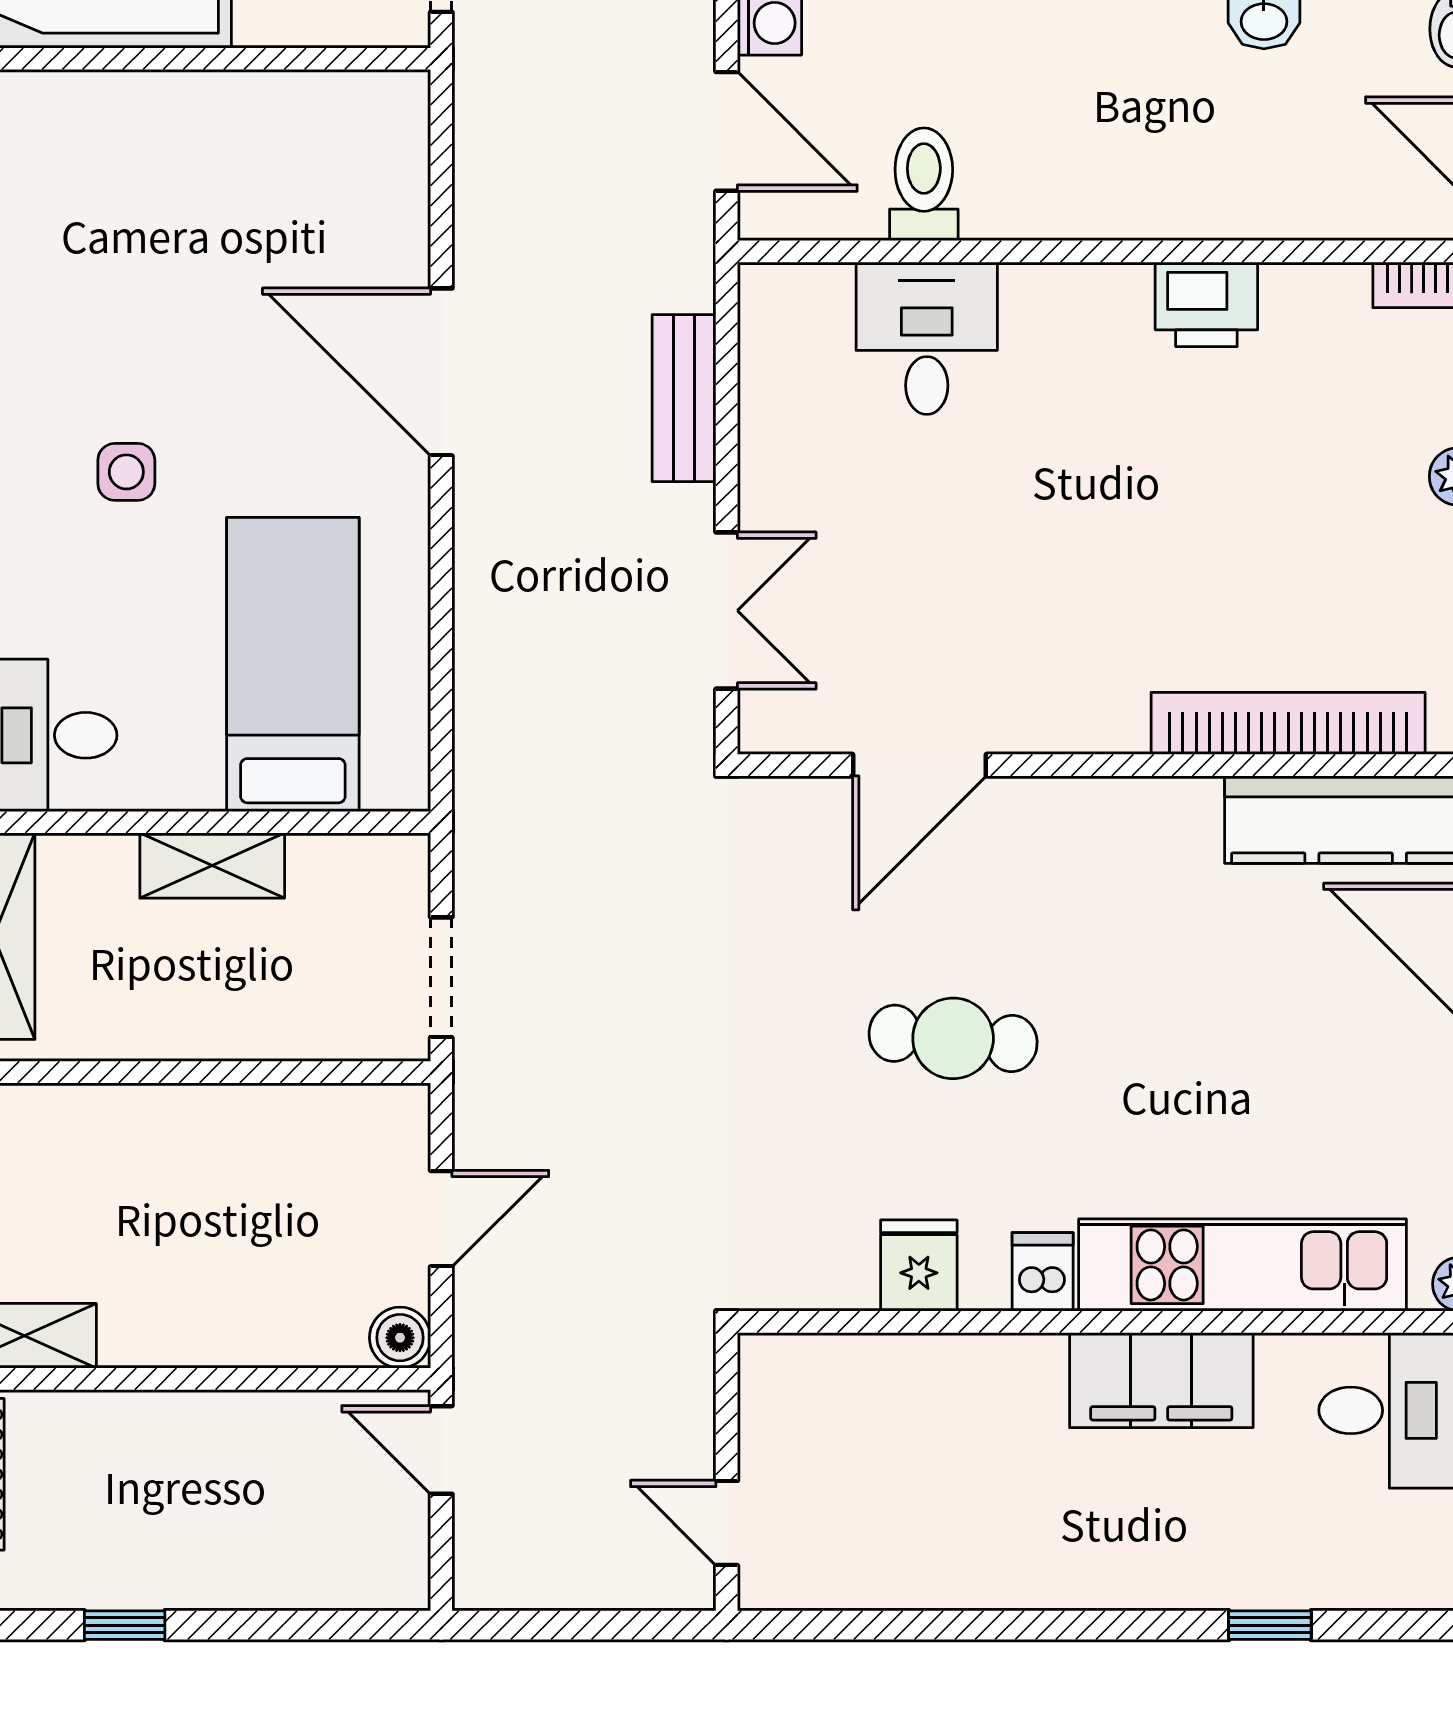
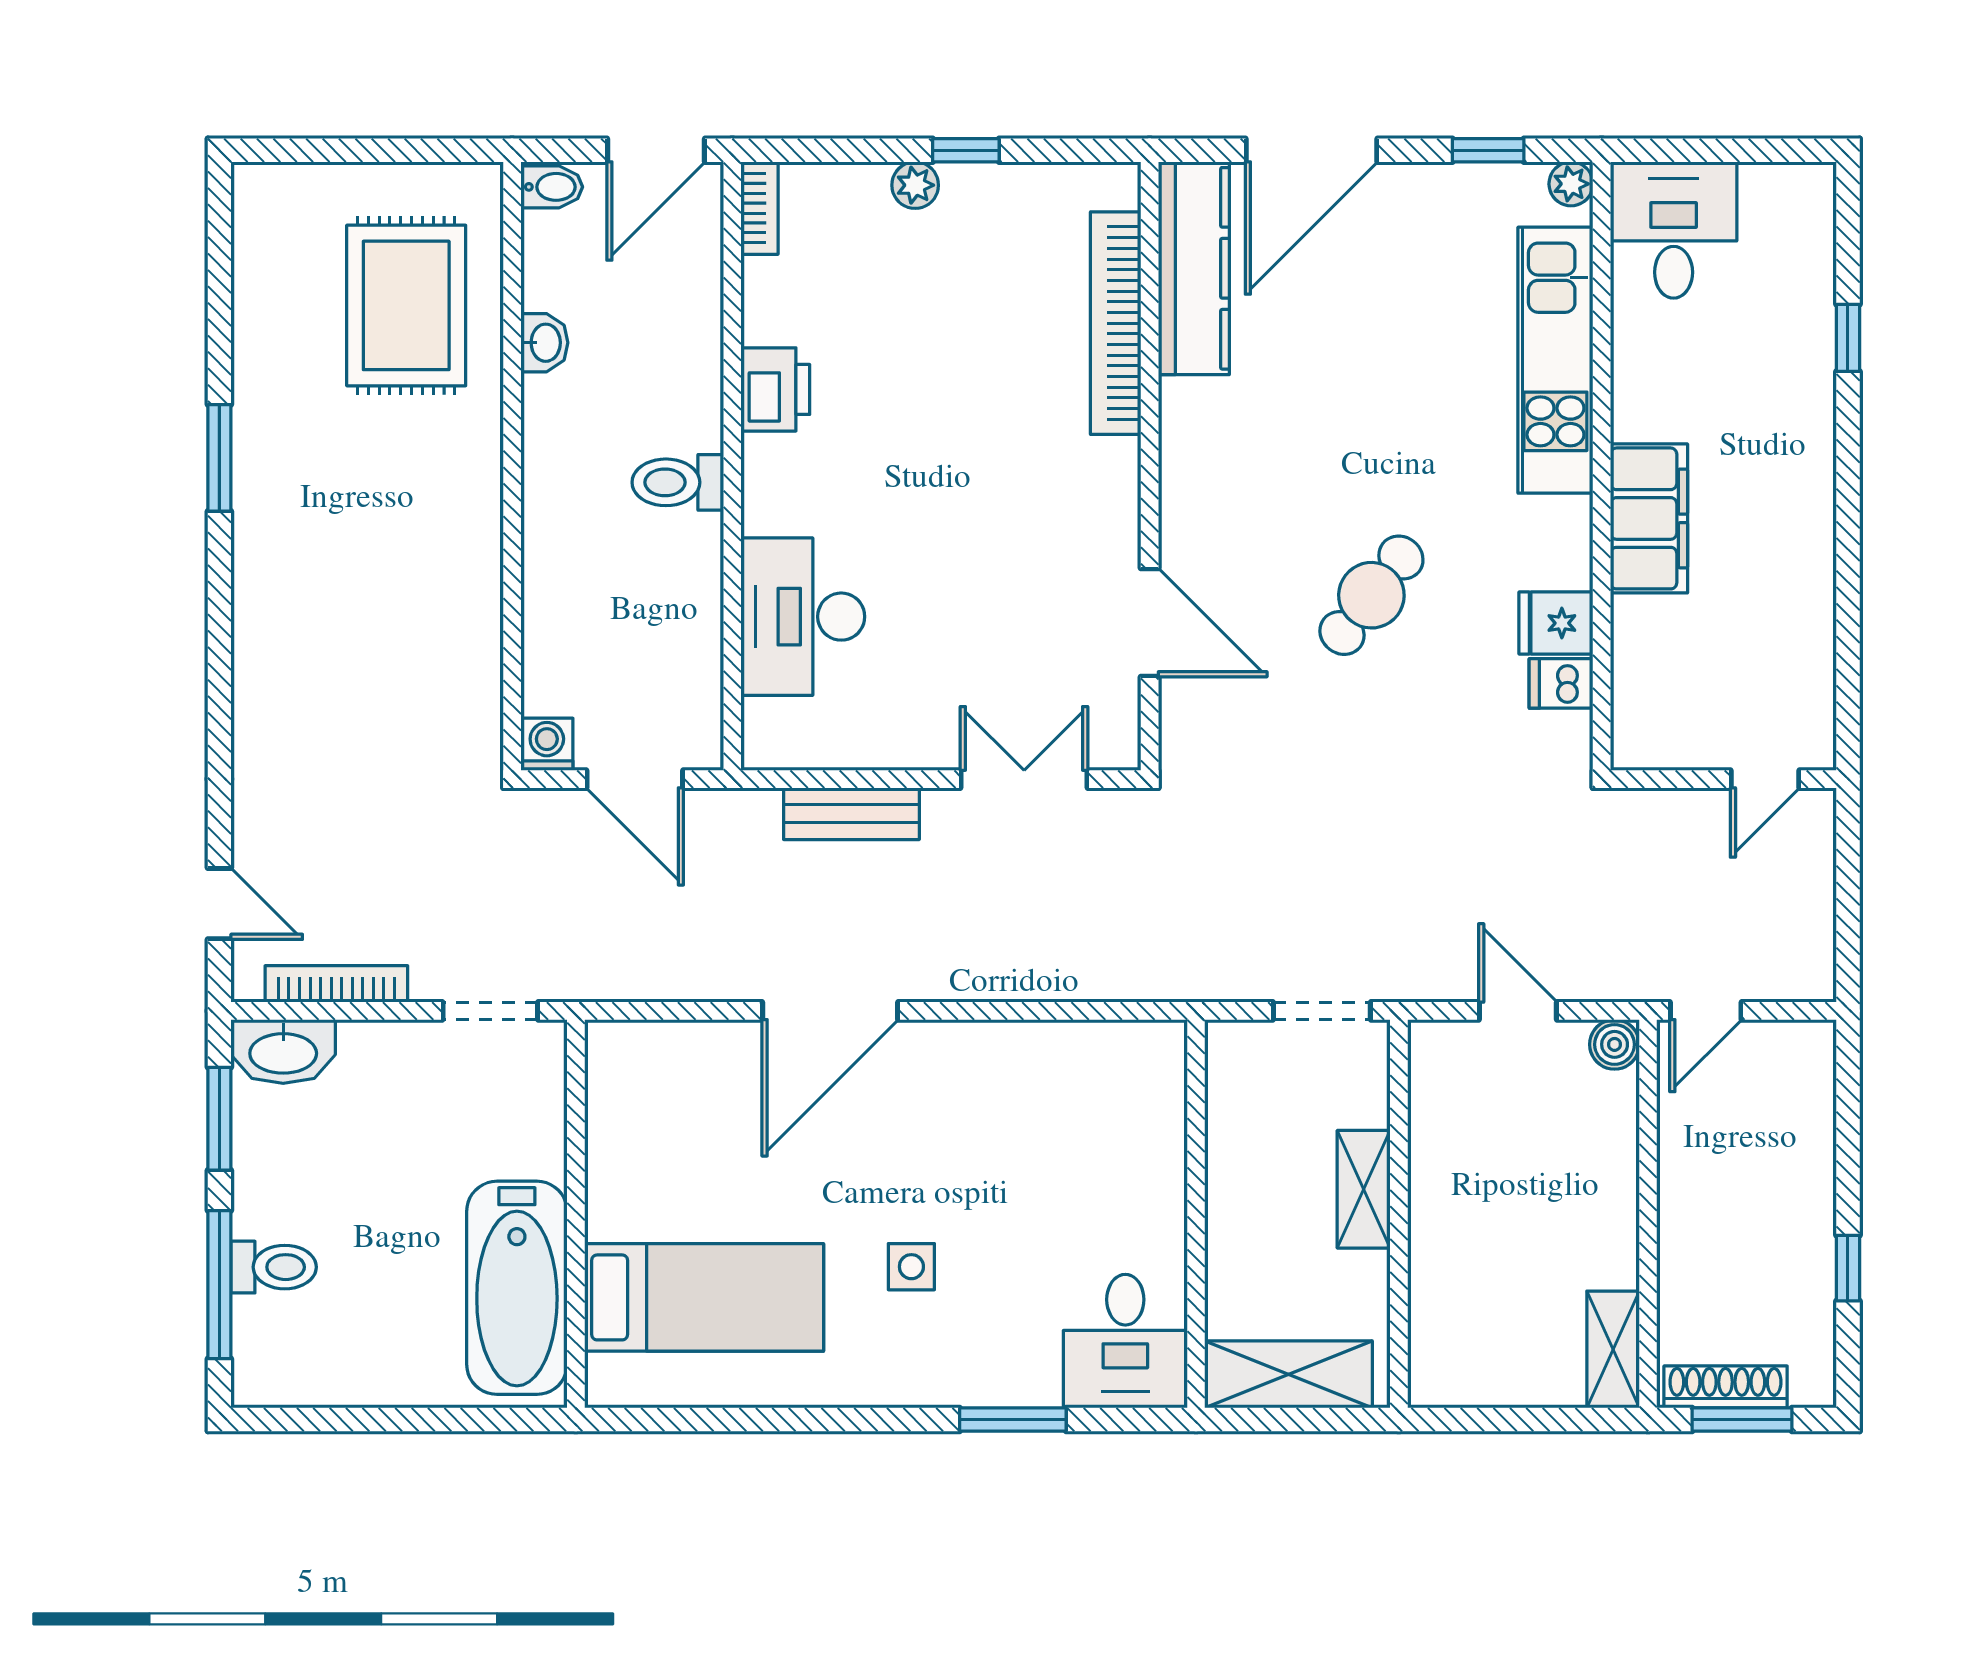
door: (727, 131) -> (635, 779), swing flipped
toilet: (924, 184) -> (678, 482), moved
desk: (927, 338) -> (803, 617), width x1.37
bed: (293, 664) -> (704, 1297), moved, turned 180
shelving: (212, 866) -> (1364, 1189), moved
cafe table: (953, 1038) -> (1371, 595), turned 33
dishwasher: (1043, 1272) -> (1561, 683), moved
filing cabinet: (1161, 1380) -> (1649, 518), moved

